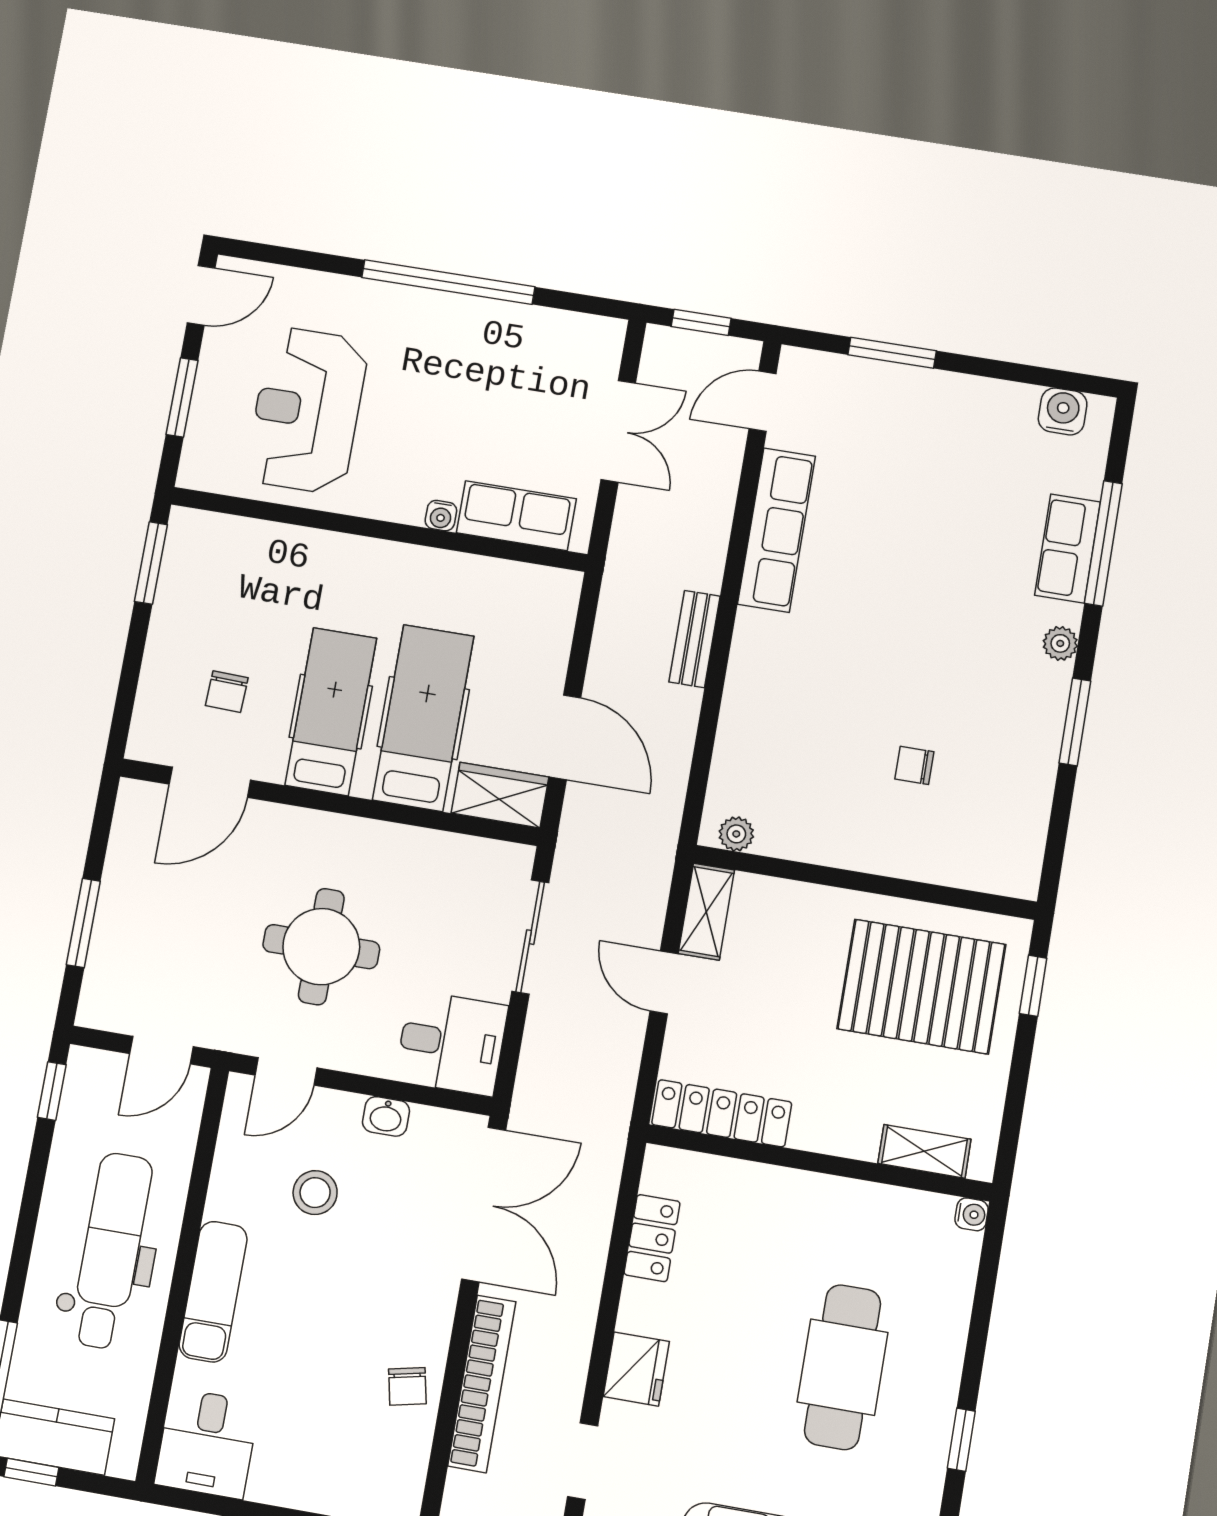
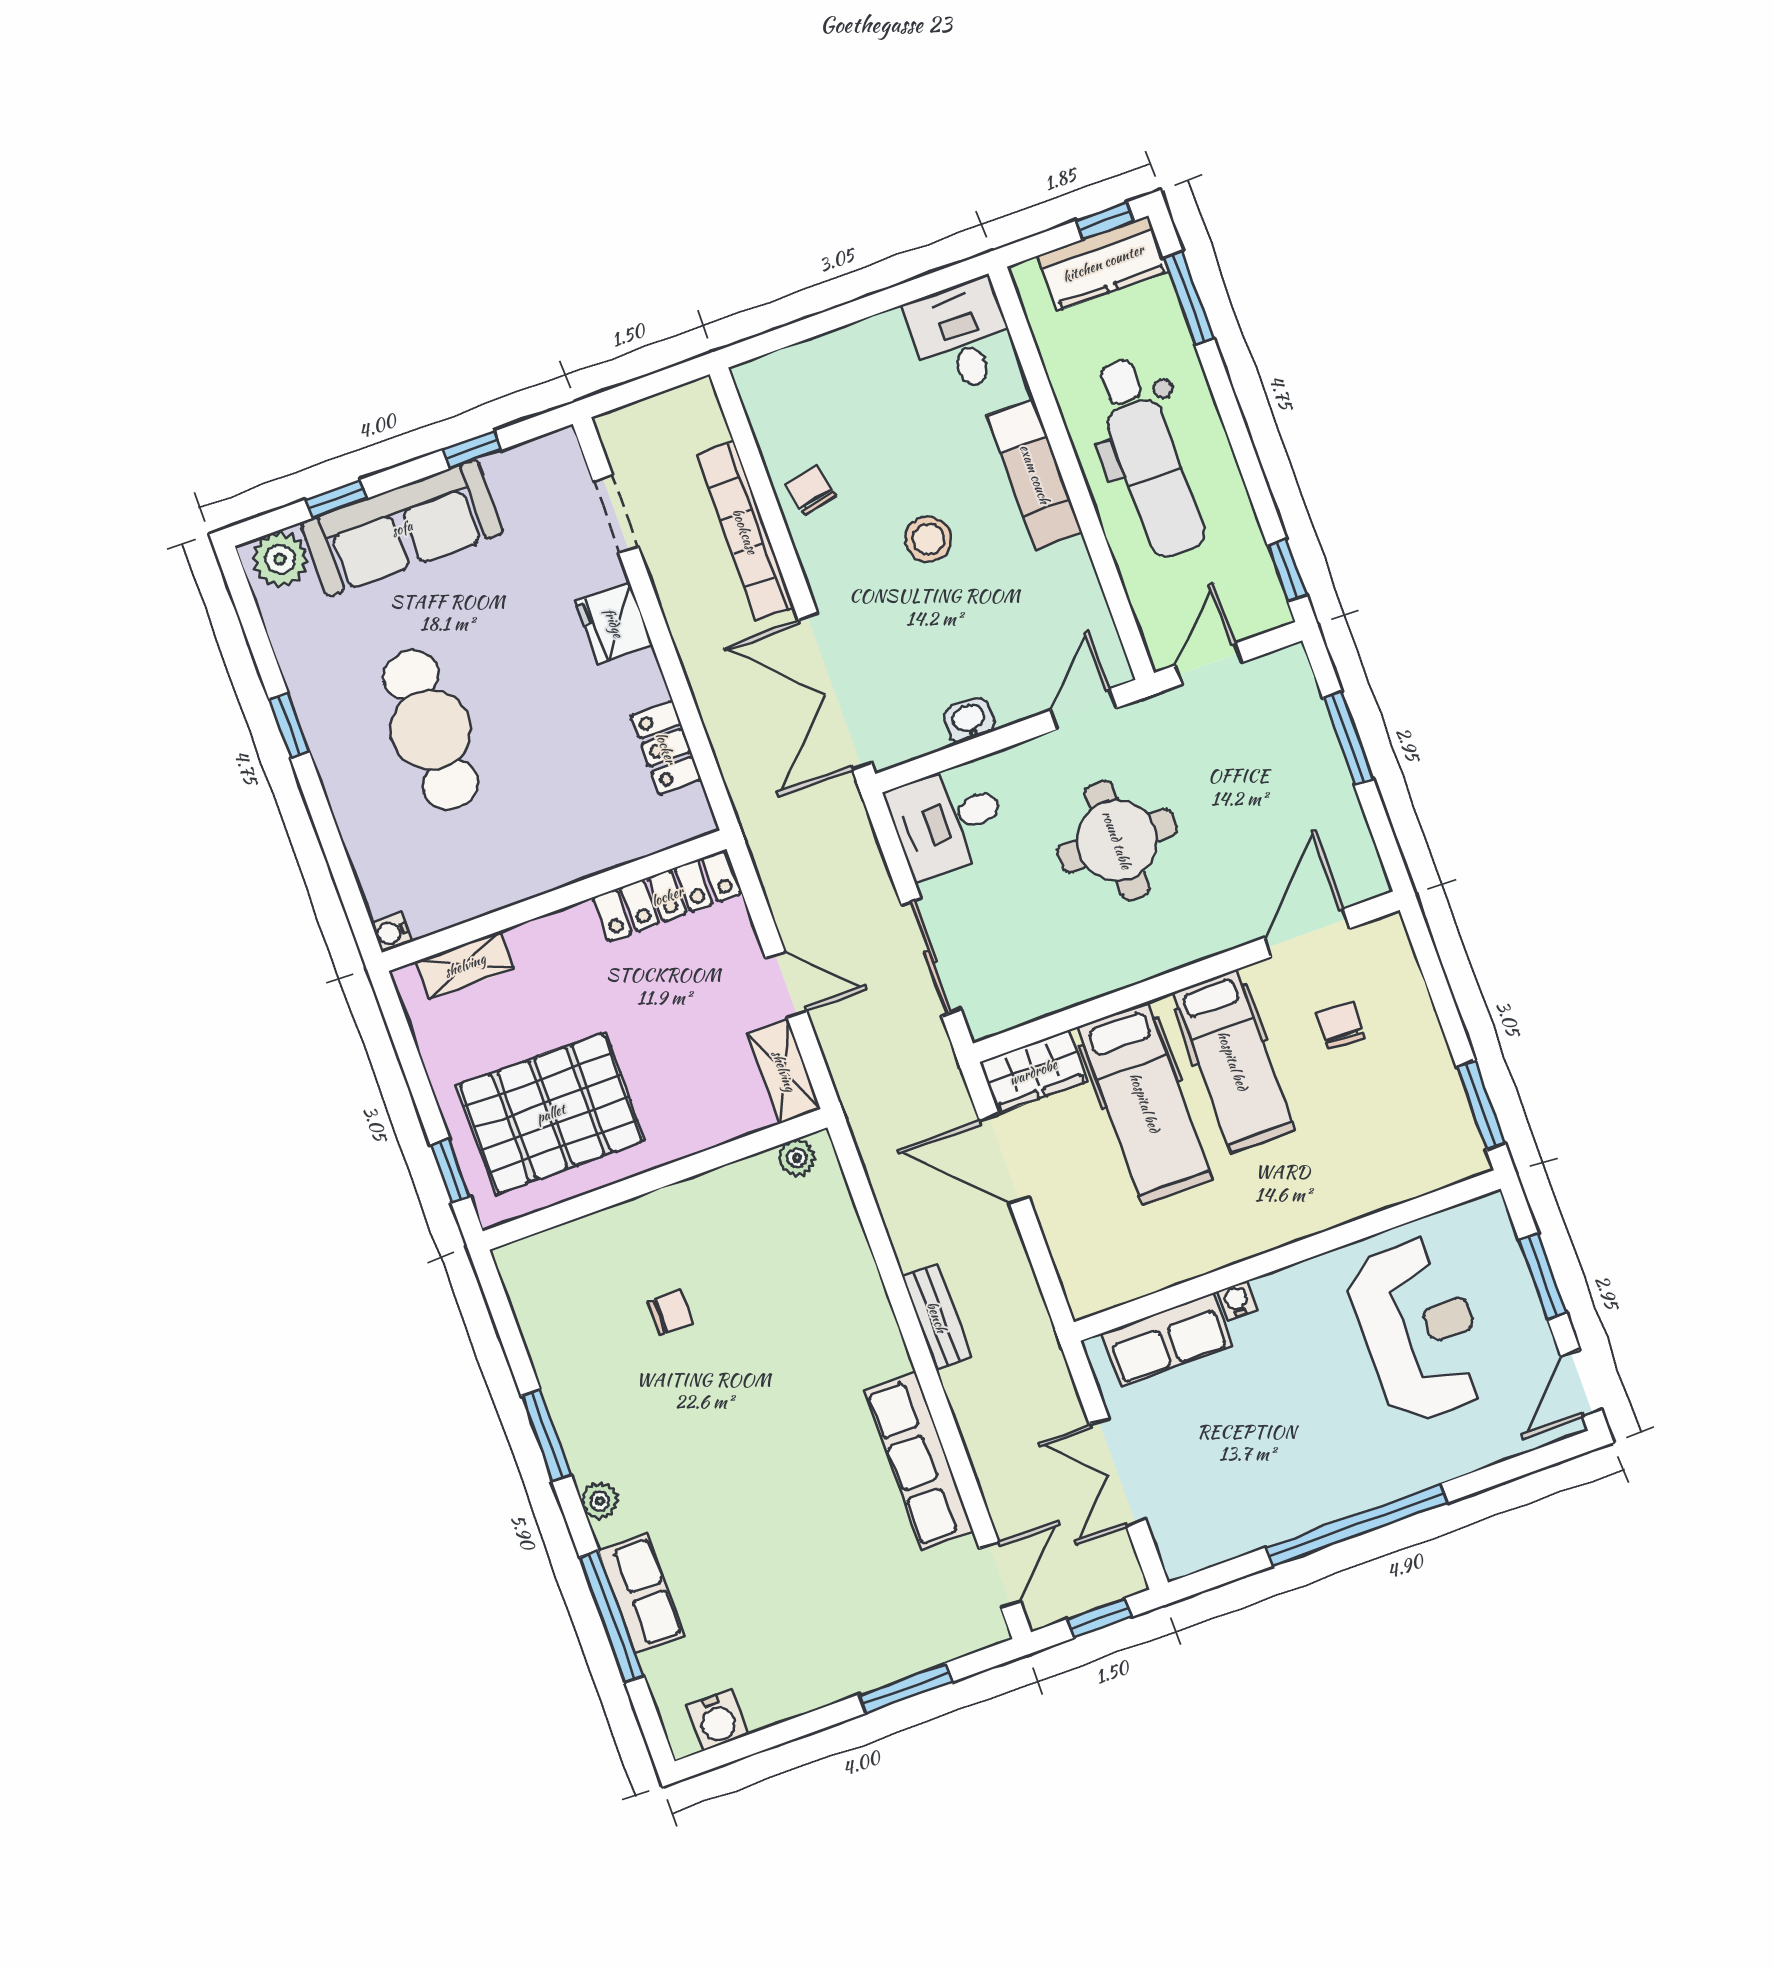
stool: (315, 1193) -> (928, 539), moved

